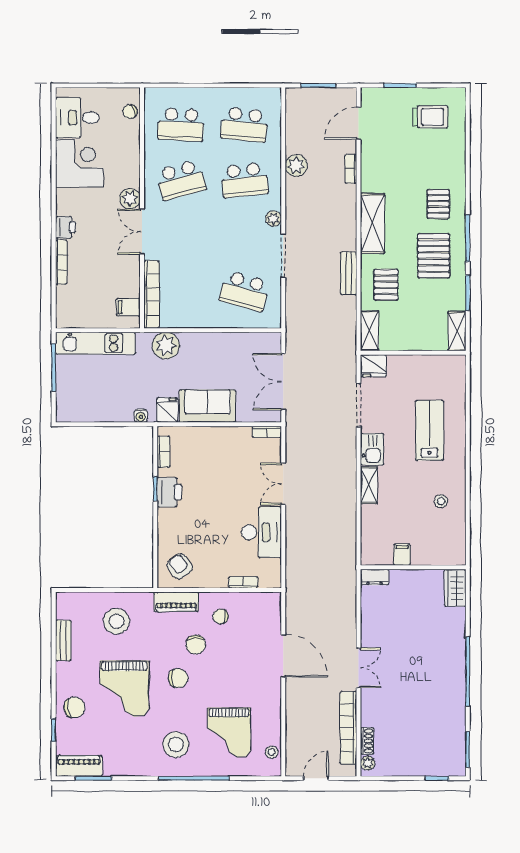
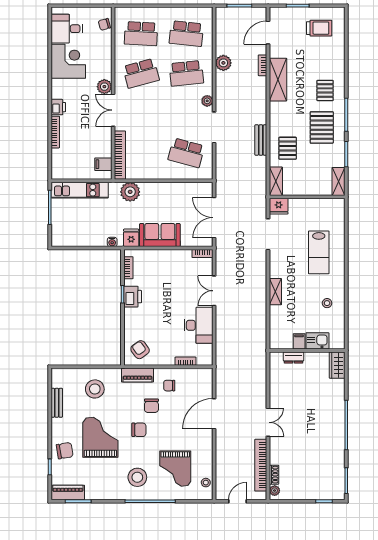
shelving: (373, 224) -> (278, 80), moved
lab bench: (429, 430) -> (319, 252), turned 180
kitchen sink: (372, 449) -> (317, 341), moved, turned -90
dresser: (375, 577) -> (294, 357), moved
door: (283, 656) -> (214, 414), swing flipped
grand piano: (124, 689) -> (100, 437), turned 180

